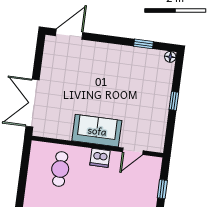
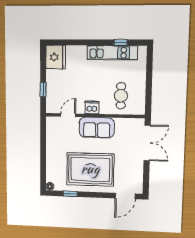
rug: (112, 75) -> (90, 169), added
window: (174, 101) -> (43, 155), removed

